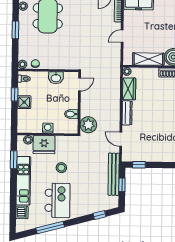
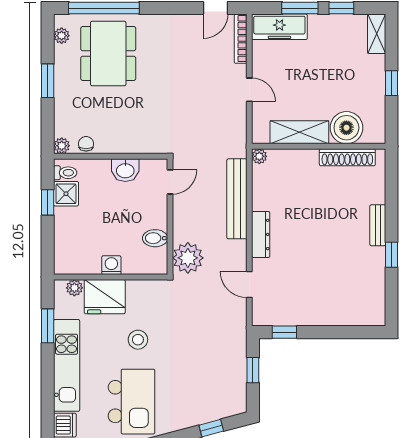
door: (122, 36) -> (249, 90), swing flipped
wardrobe: (129, 89) -> (264, 189), removed
shower: (24, 102) -> (66, 194), moved
bench: (114, 174) -> (237, 199), moved

